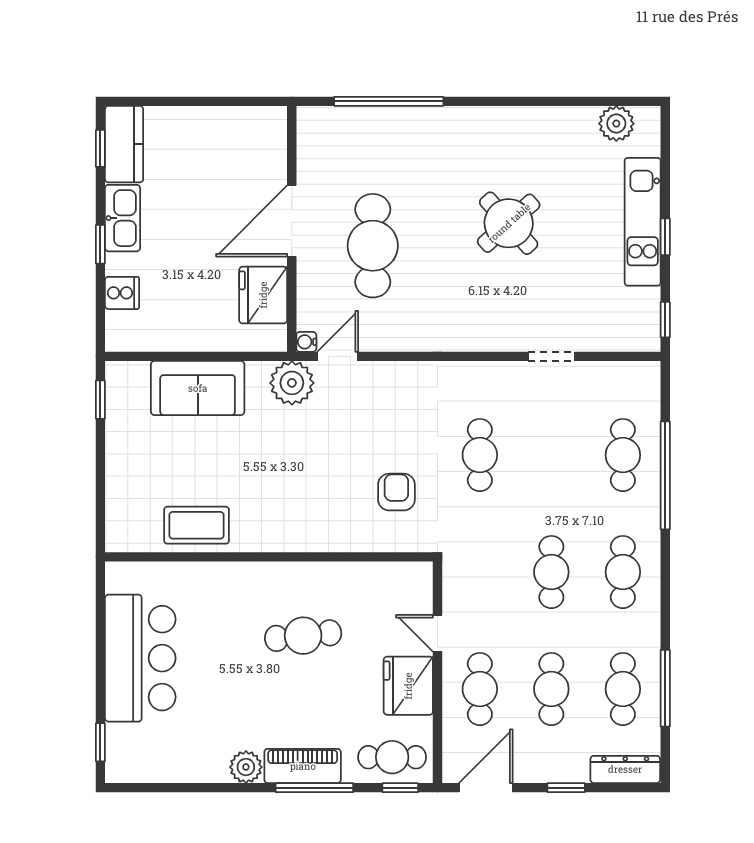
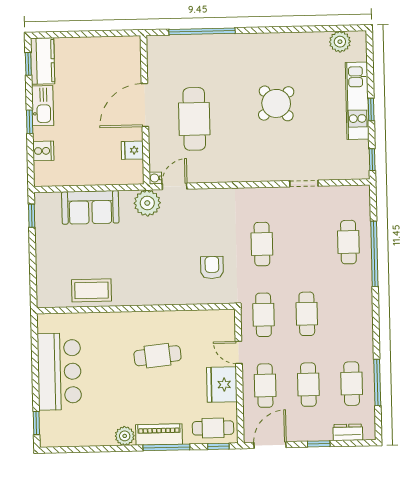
fridge: (263, 295) -> (132, 150), width x0.53, depth x0.75
cafe table: (623, 572) -> (264, 315), moved
dresser: (625, 769) -> (348, 432), width x0.70

